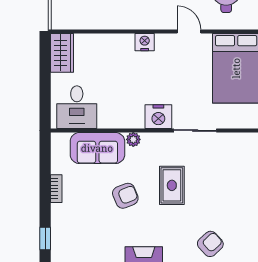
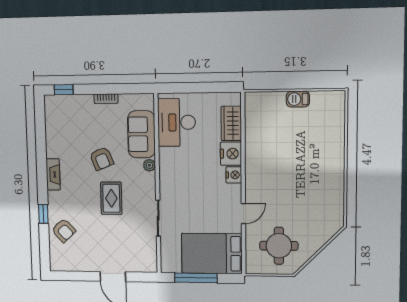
wardrobe: (62, 53) -> (231, 123), moved, turned 90
desk: (77, 107) -> (176, 122), width x1.37
nightstand: (158, 117) -> (231, 154), moved, turned 180
rug: (172, 185) -> (111, 198), turned 90

